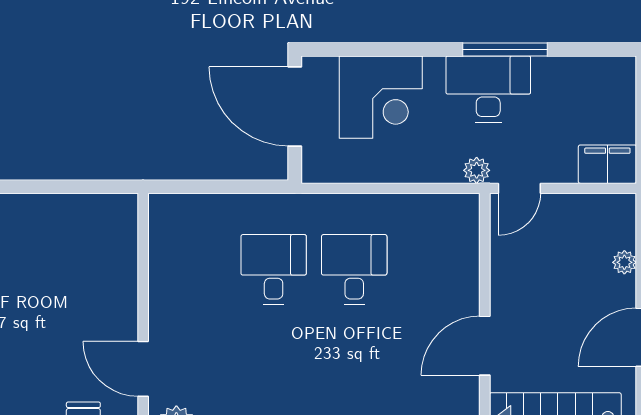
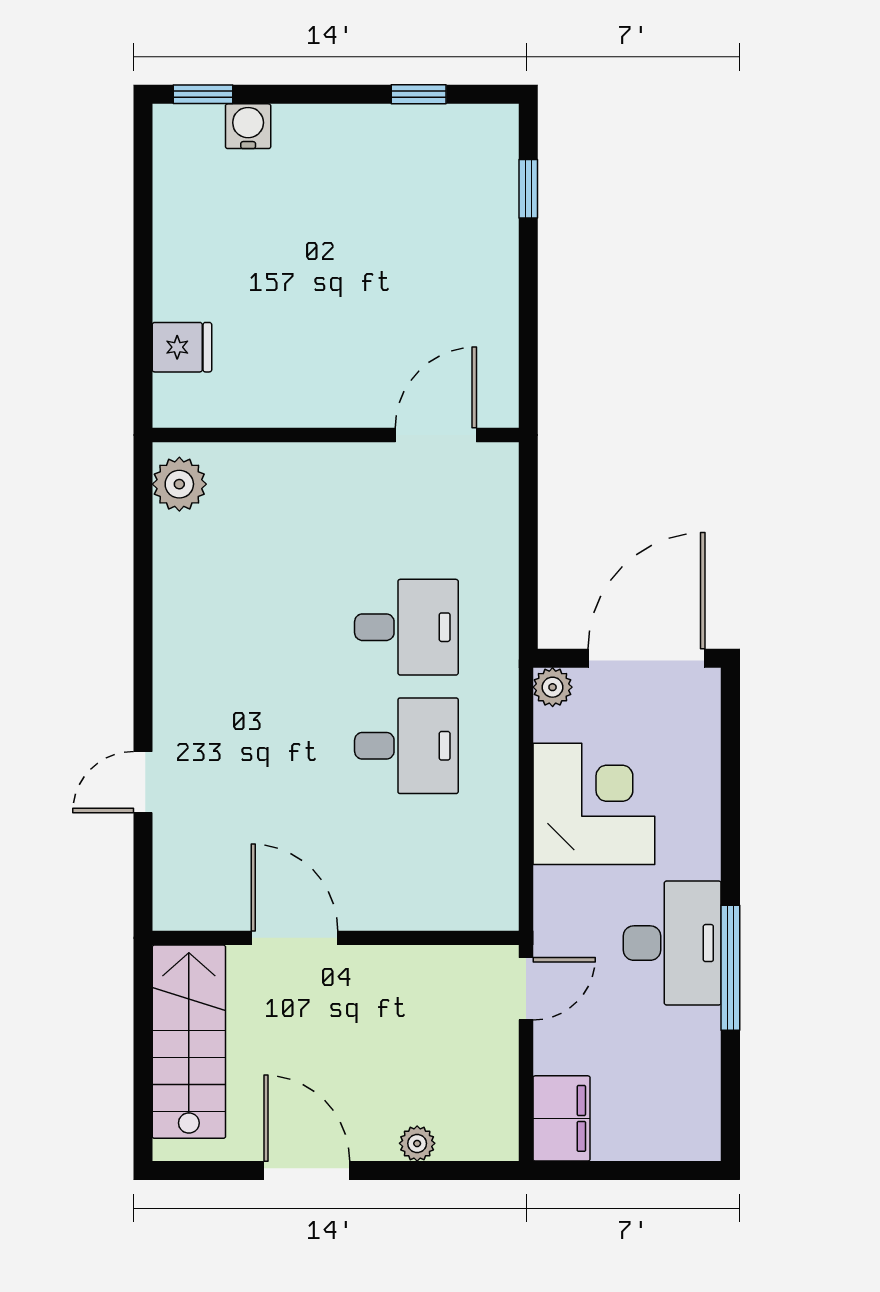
corner desk: (381, 97) -> (594, 804), moved, turned 180
plant: (477, 170) -> (553, 687), moved
door: (519, 188) -> (526, 989), swing flipped
door: (143, 369) -> (436, 435), moved

